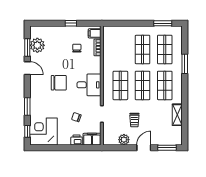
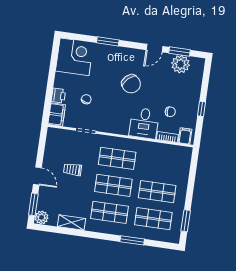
chair: (59, 83) -> (131, 84), turned -45
desk: (89, 85) -> (144, 123), moved
window: (27, 131) -> (77, 37), removed
plant: (124, 140) -> (41, 217), moved

